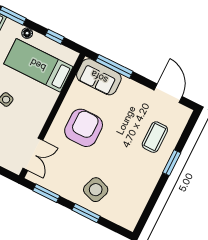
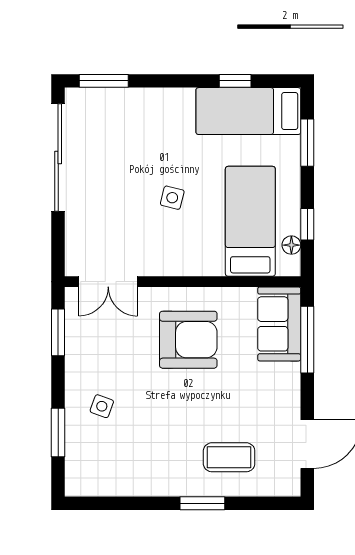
floor lamp: (27, 33) -> (291, 245), moved
side table: (96, 190) -> (102, 406), width x0.54, depth x0.54
window: (86, 213) -> (58, 433), moved

